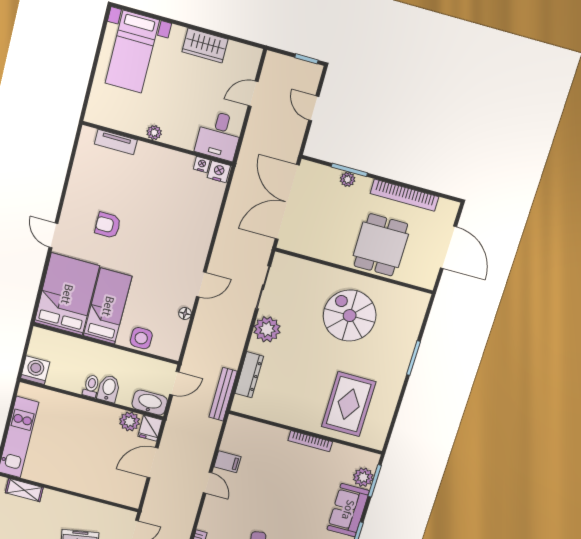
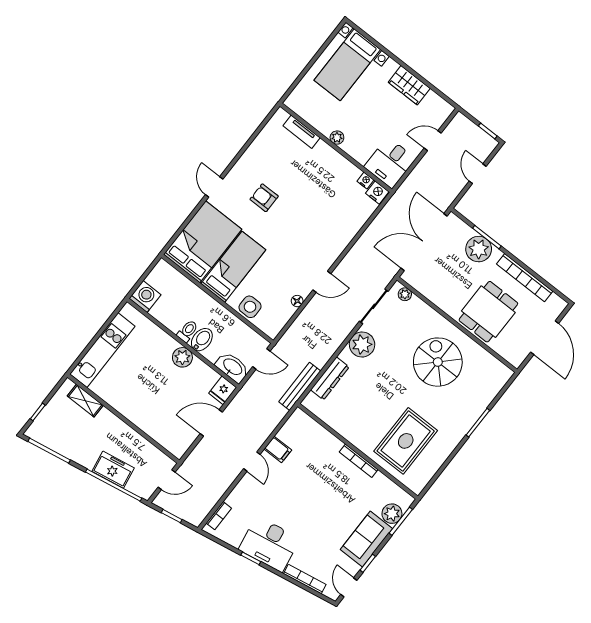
plant: (348, 179) -> (479, 249), width x1.88, depth x1.88
plant: (289, 262) -> (405, 294), added
plant: (130, 421) -> (182, 357), moved

